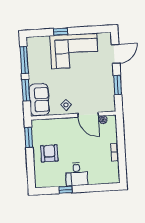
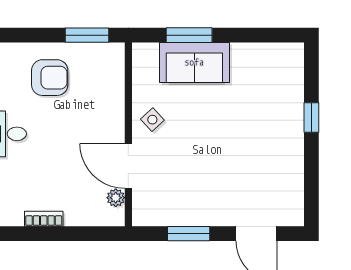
corner sofa: (74, 51) -> (268, 144), removed
window: (24, 60) -> (255, 35), removed
sofa: (39, 100) -> (194, 62), moved
door: (88, 115) -> (128, 166), hinge flipped

